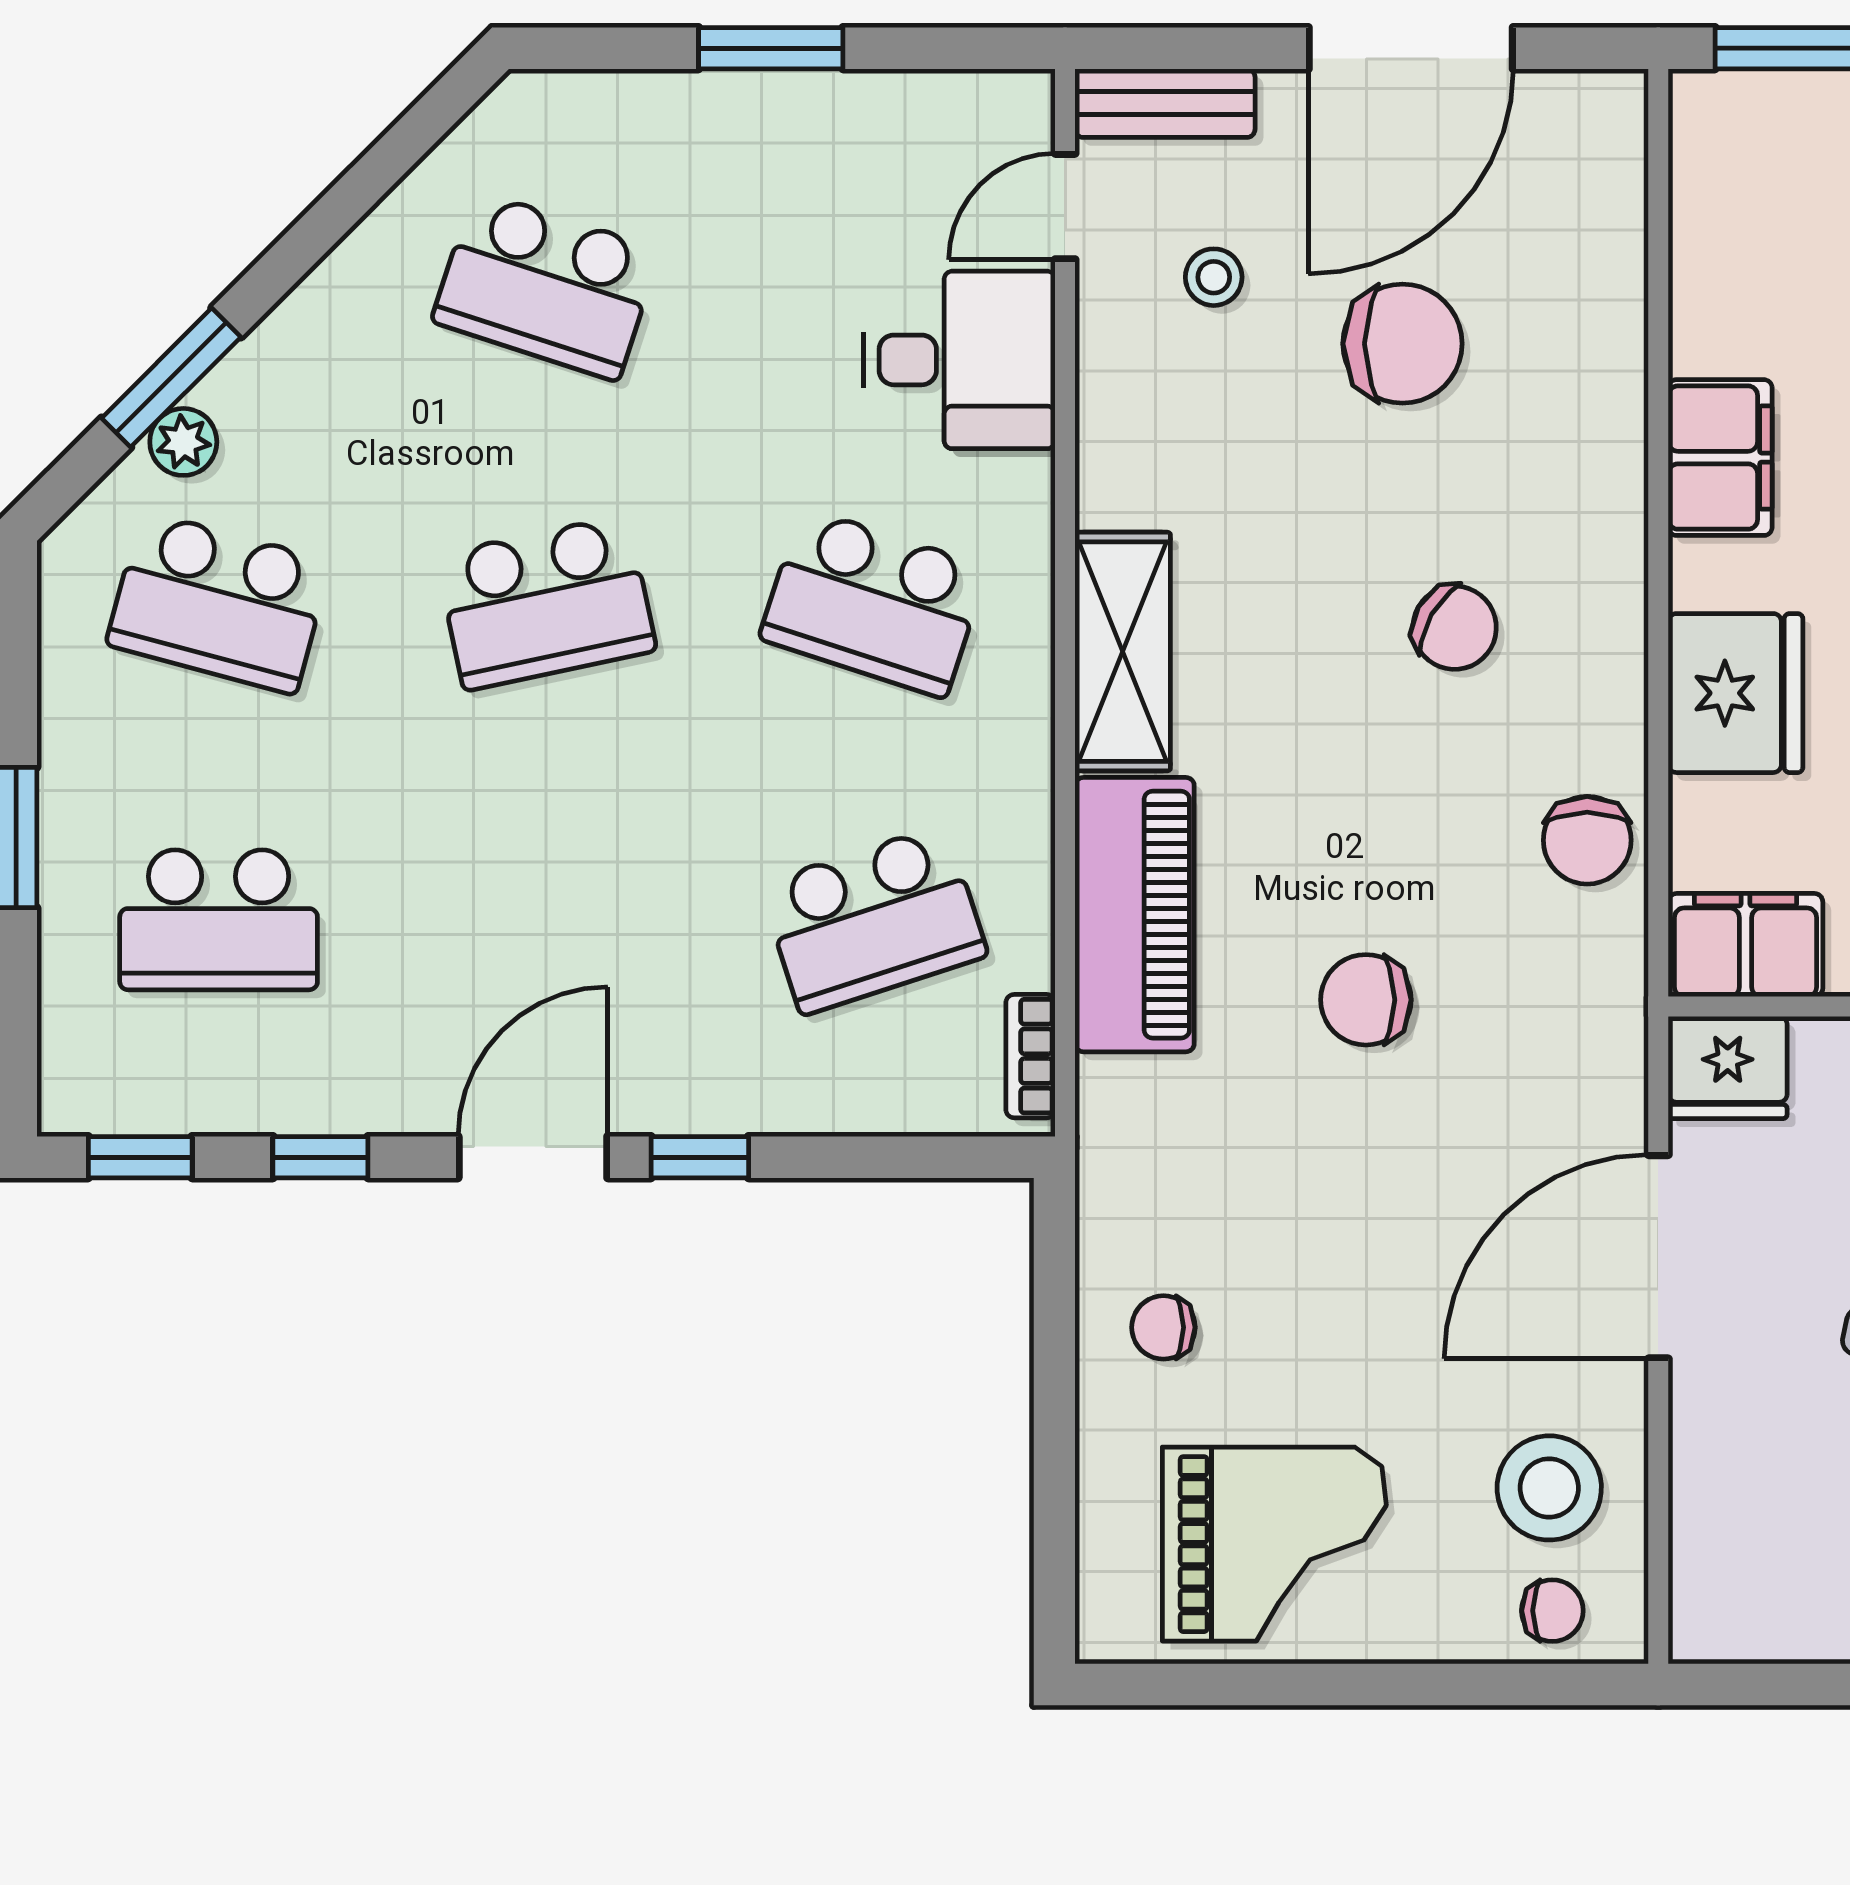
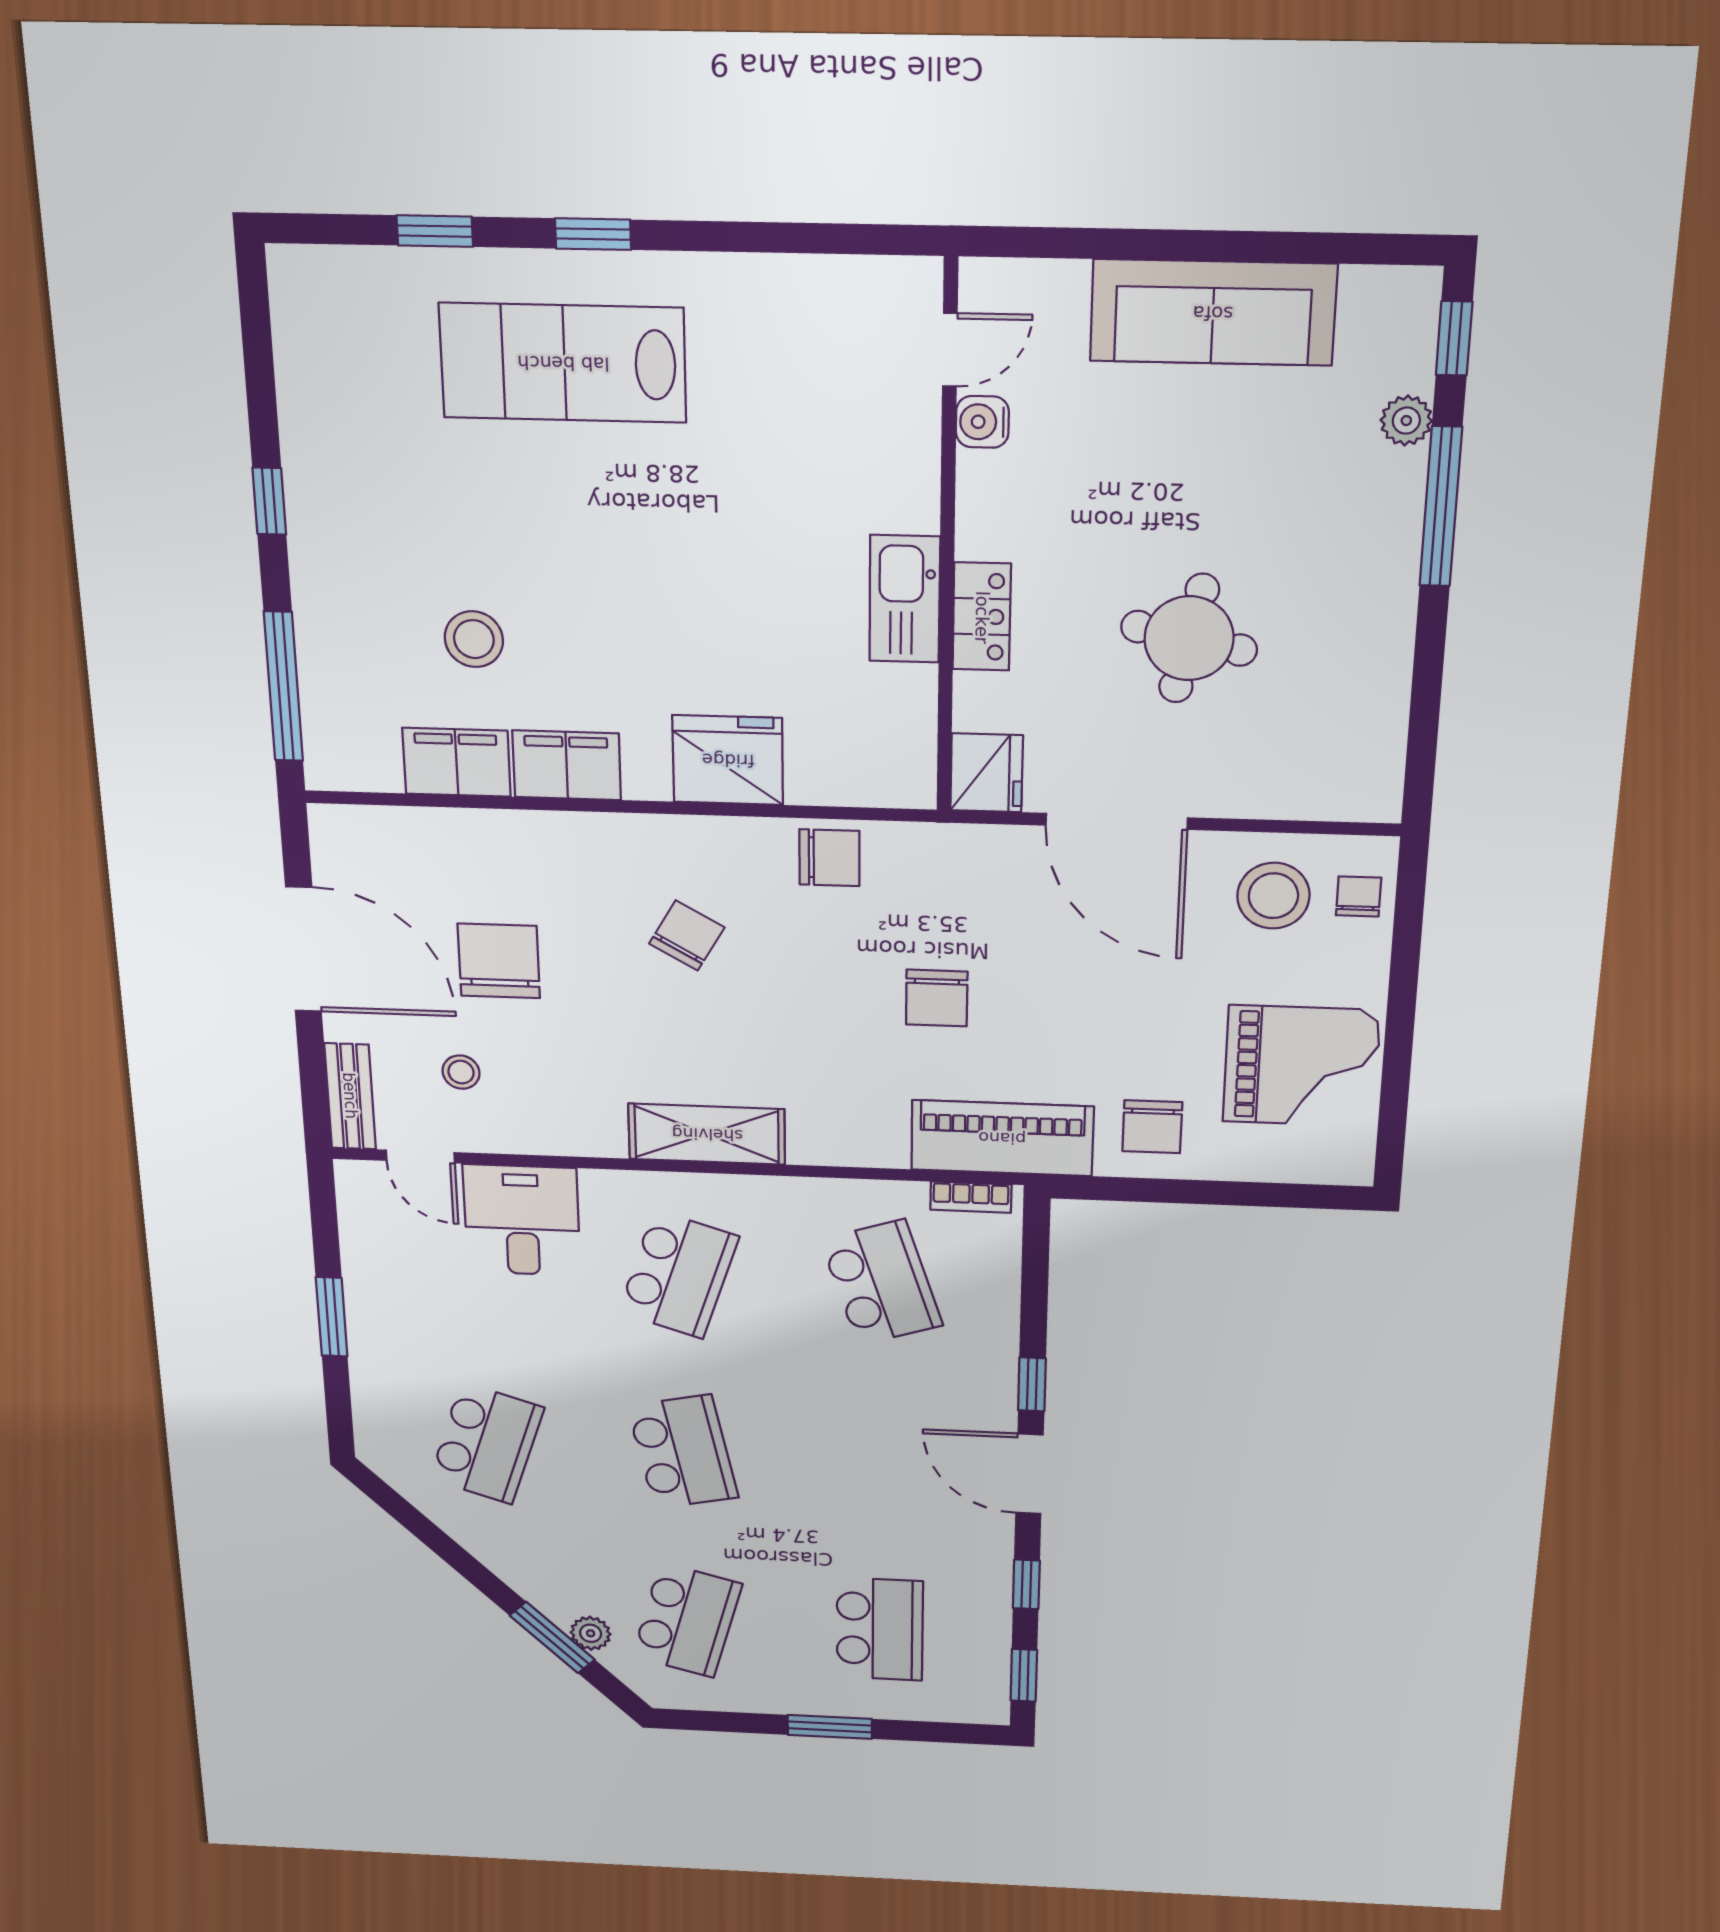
piano: (1135, 915) -> (1002, 1138), moved
filing cabinet: (1746, 945) -> (457, 762), moved, turned 90
chair: (1163, 1327) -> (1152, 1127), width x1.37, depth x1.37
grand piano: (1274, 1544) -> (1301, 1066), turned 90

